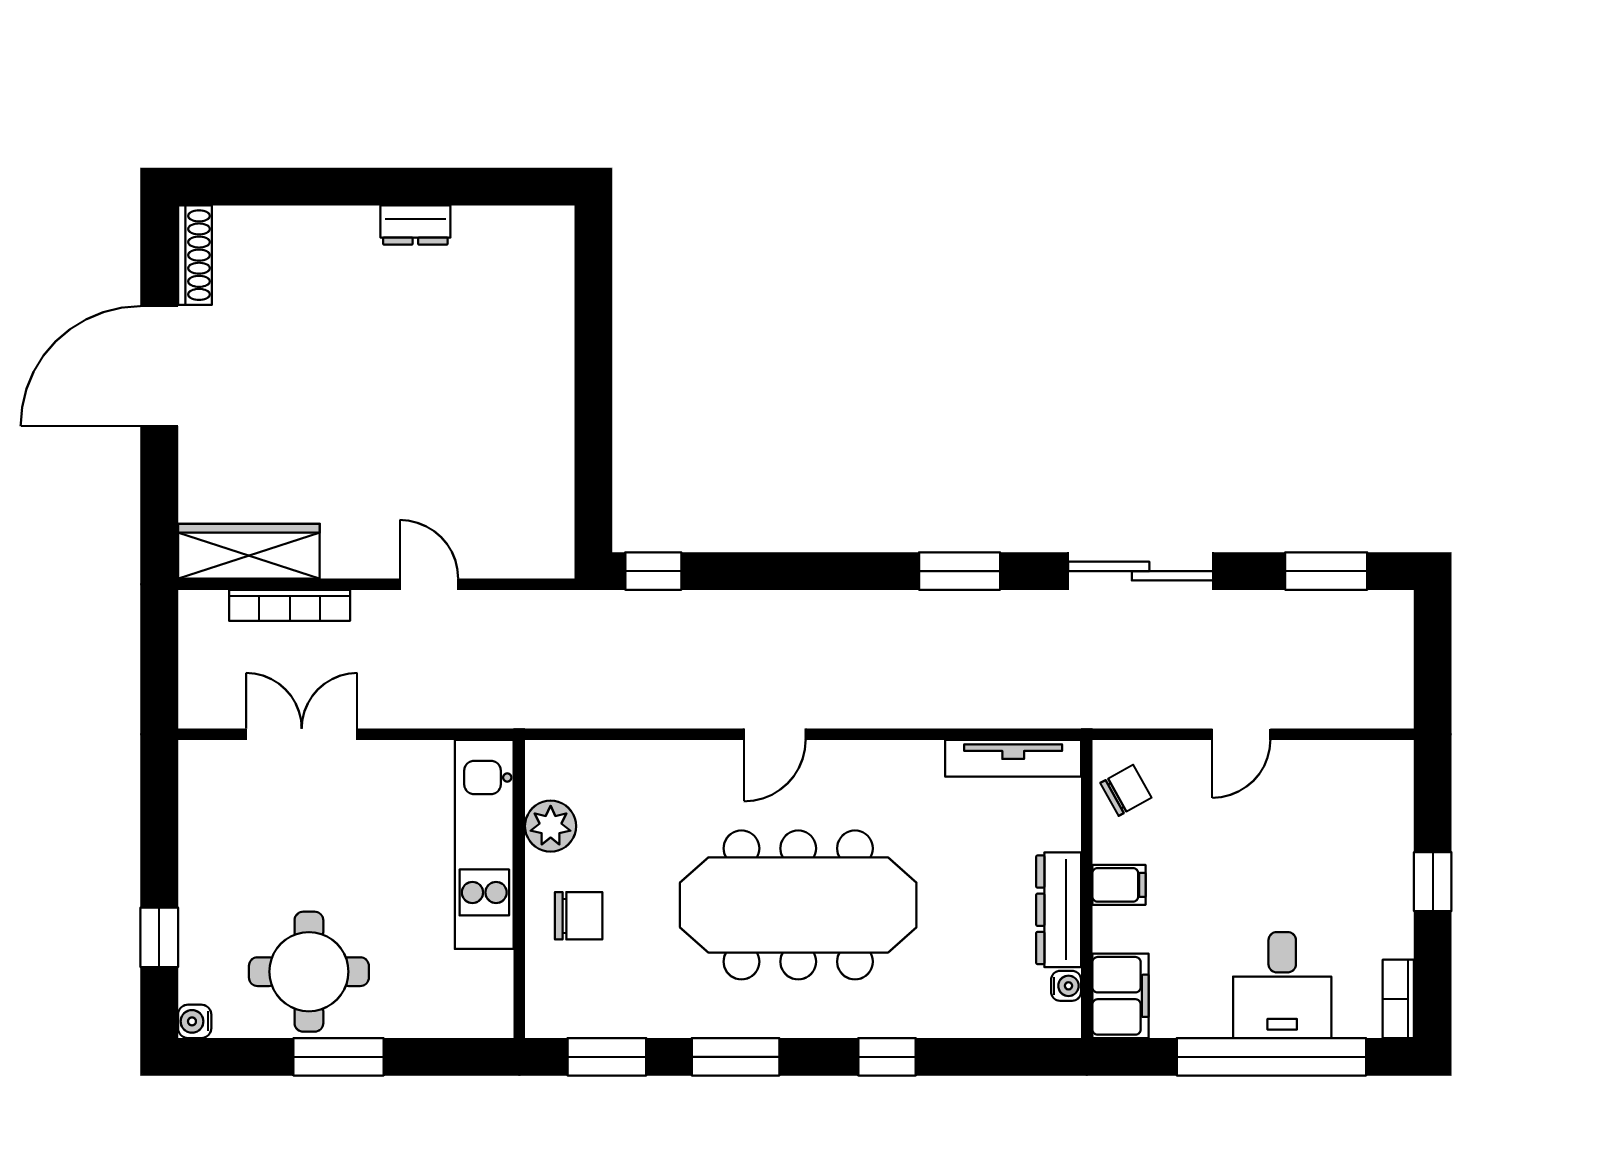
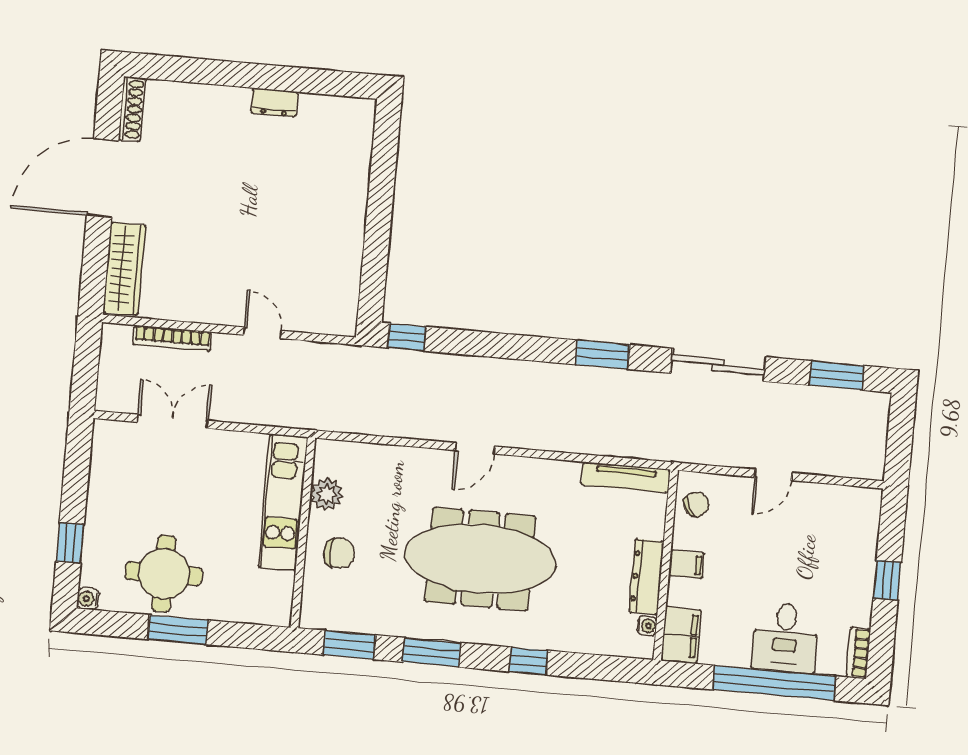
wardrobe: (249, 551) -> (124, 269), moved, turned 90

